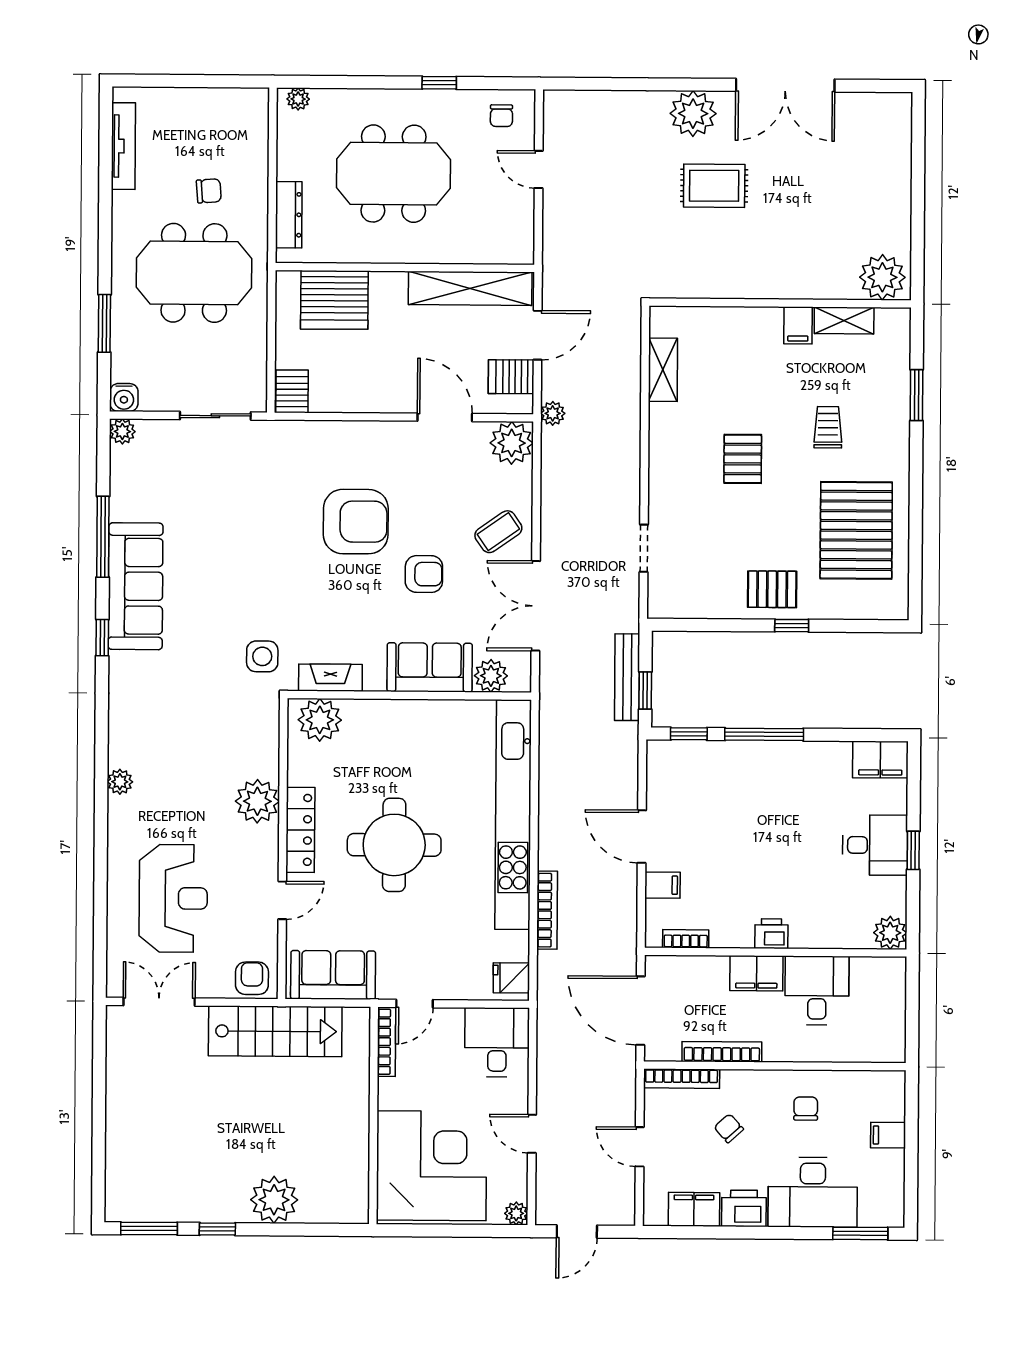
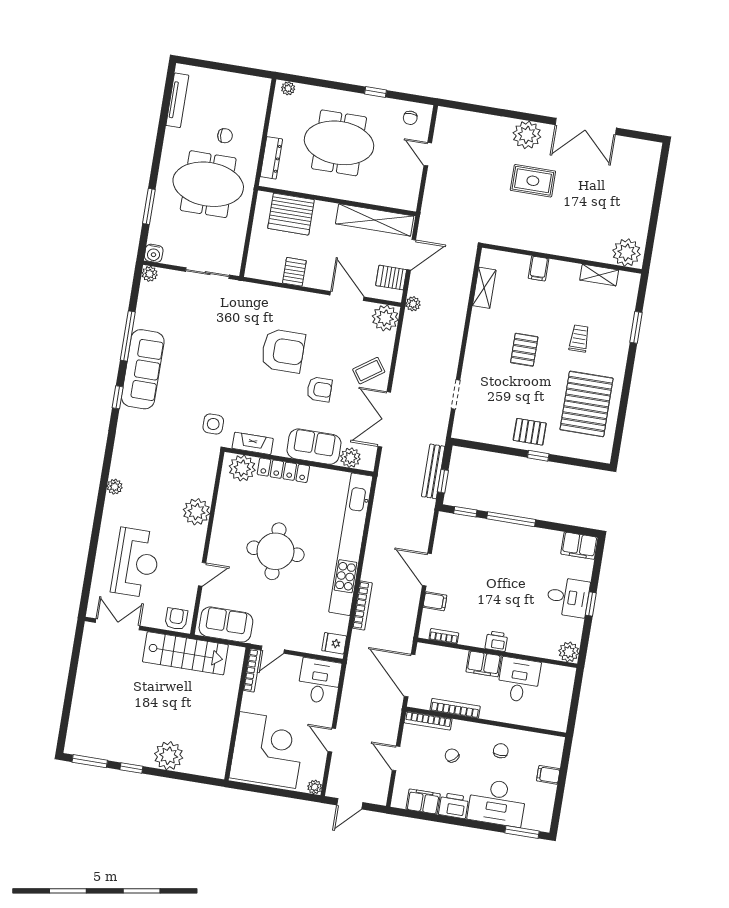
filing cabinet: (798, 325) -> (538, 268), moved
server rack: (292, 391) -> (294, 272), moved
locker: (300, 830) -> (283, 470), moved, turned 90

